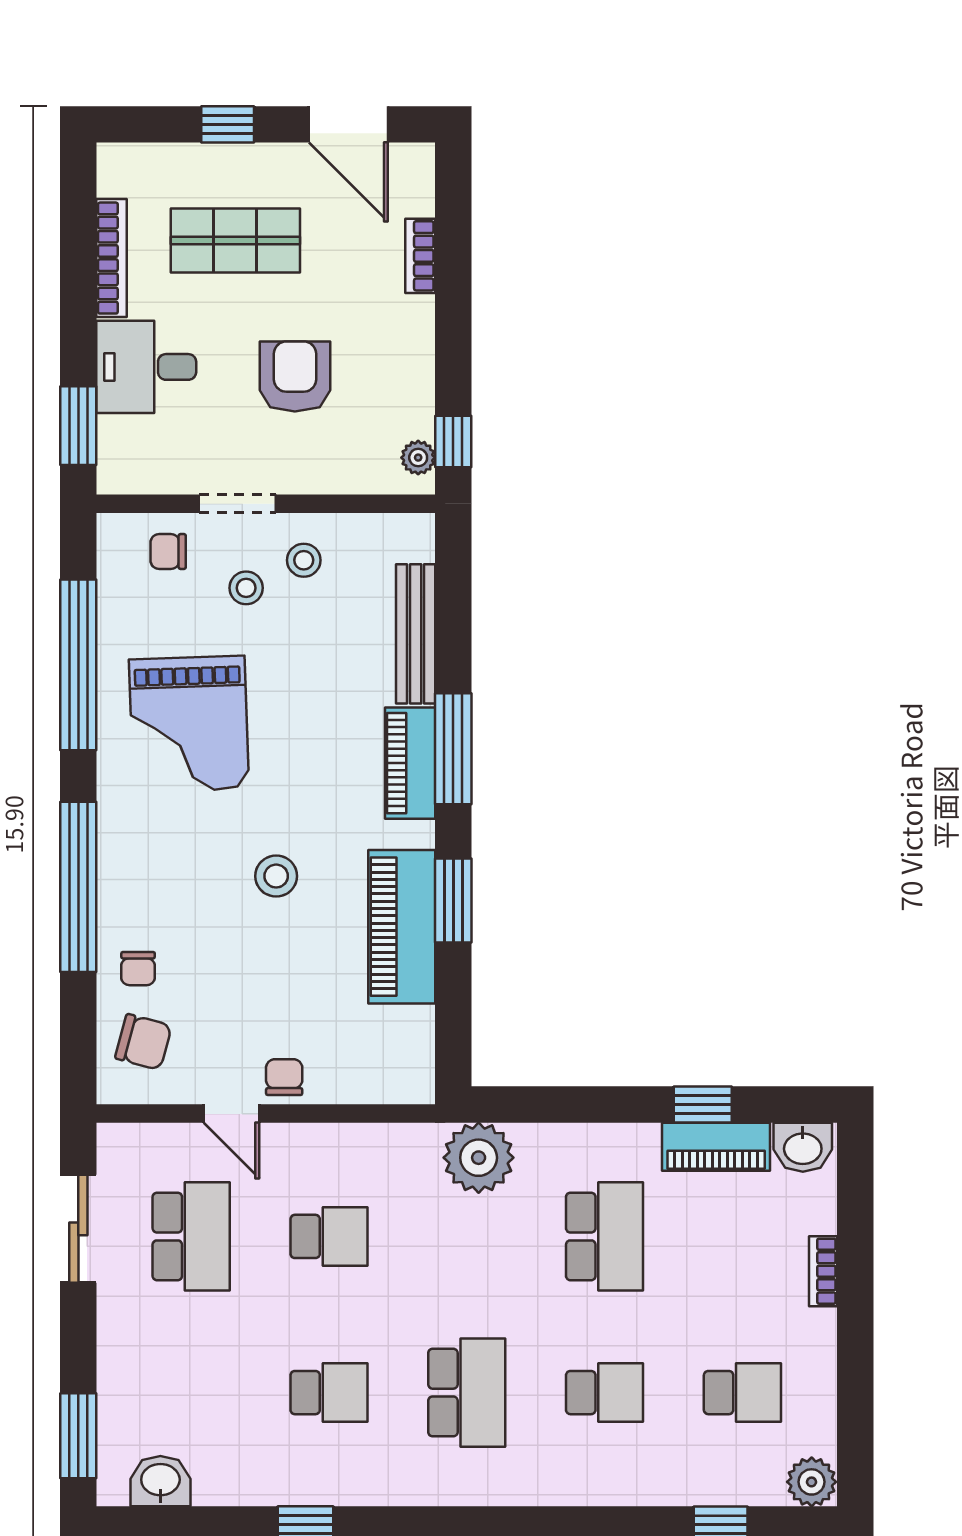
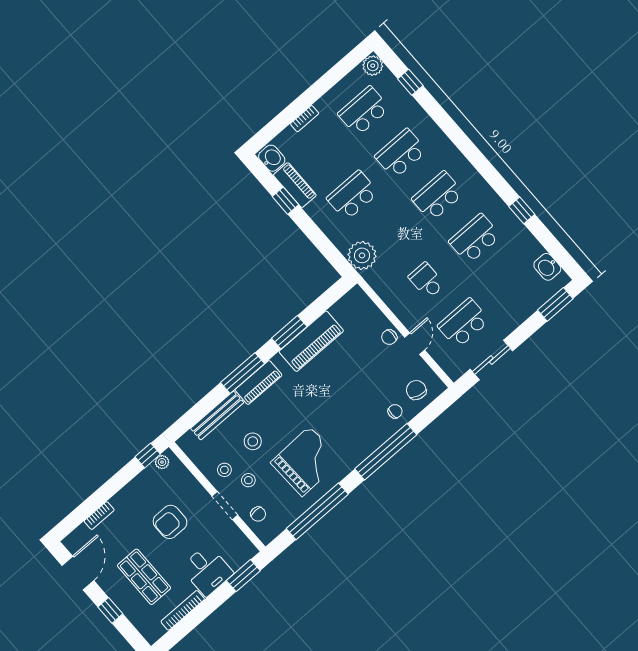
stool: (276, 876) -> (253, 441), moved
school desk: (329, 1393) -> (475, 239), width x1.85
school desk: (605, 1393) -> (401, 153), width x1.85
school desk: (742, 1393) -> (364, 111), width x1.85

